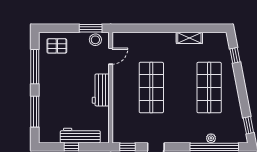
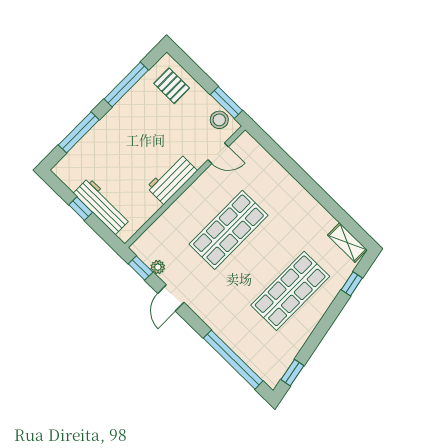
shelving: (189, 38) -> (347, 242), moved
plant: (211, 138) -> (158, 267), moved

